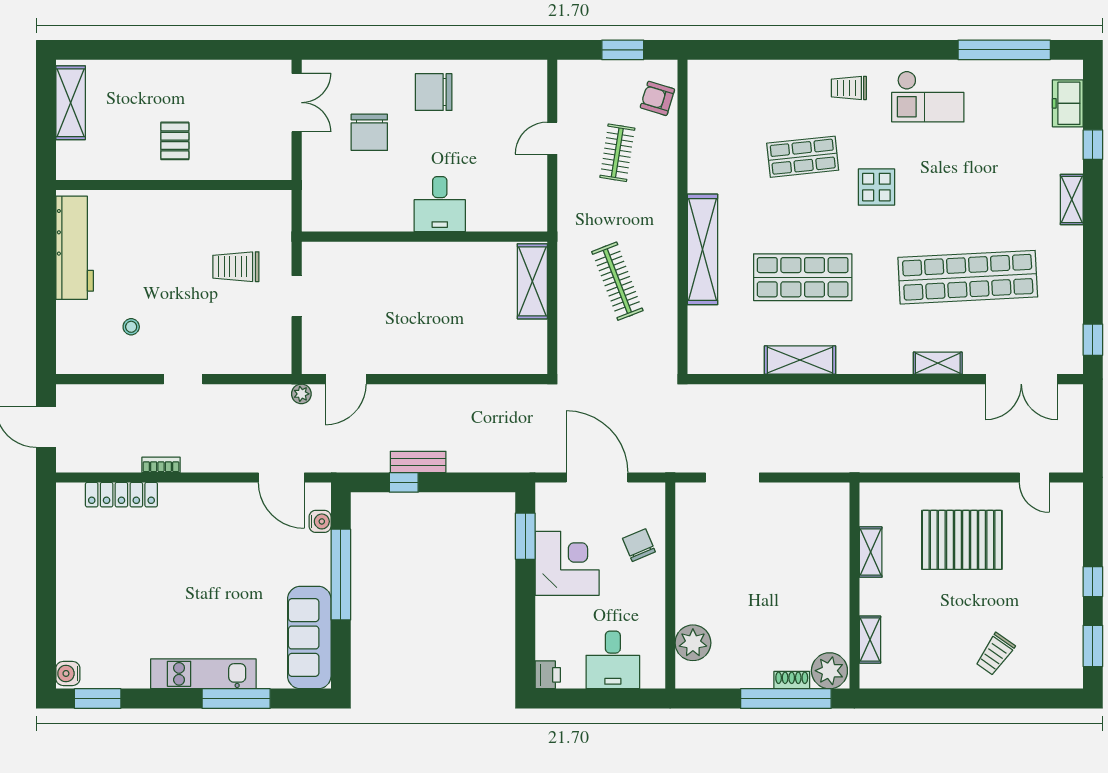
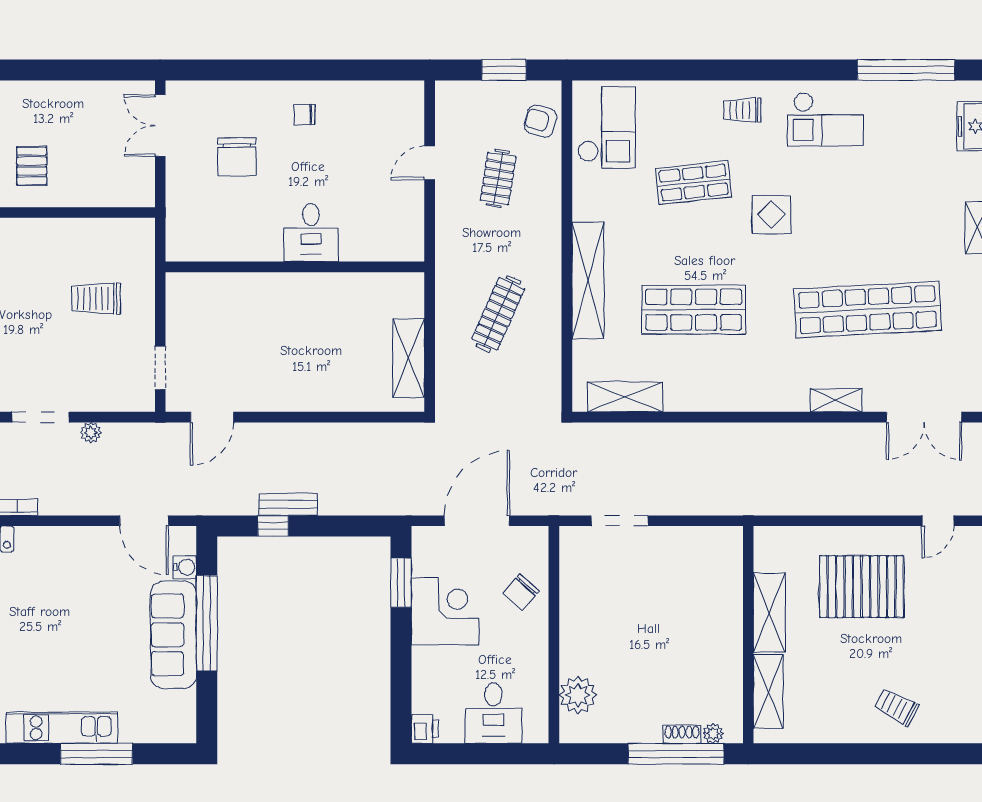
chair: (434, 92) -> (305, 114), width x0.54, depth x0.54
double door: (297, 103) -> (160, 126), swing flipped
checkout: (720, 104) -> (606, 127), added
shelving: (532, 281) -> (409, 358), moved
clothes rail: (617, 281) -> (498, 314), turned 45
doorway: (297, 296) -> (160, 368), moved
shelving: (800, 360) -> (625, 397), moved
doorway: (183, 379) -> (41, 417), width x1.38
plant: (301, 394) -> (91, 433), moved
door: (597, 477) -> (477, 521), hinge flipped
door: (1034, 477) -> (938, 521), hinge flipped
chair: (639, 545) -> (521, 592), turned -115
shelving: (871, 552) -> (769, 613), width x1.50, depth x1.33
sofa: (309, 638) -> (173, 635), moved
shelving: (870, 640) -> (768, 692), width x1.50, depth x1.33
trolley: (995, 654) -> (897, 707), turned 83
plant: (829, 671) -> (713, 733), width x0.53, depth x0.53

